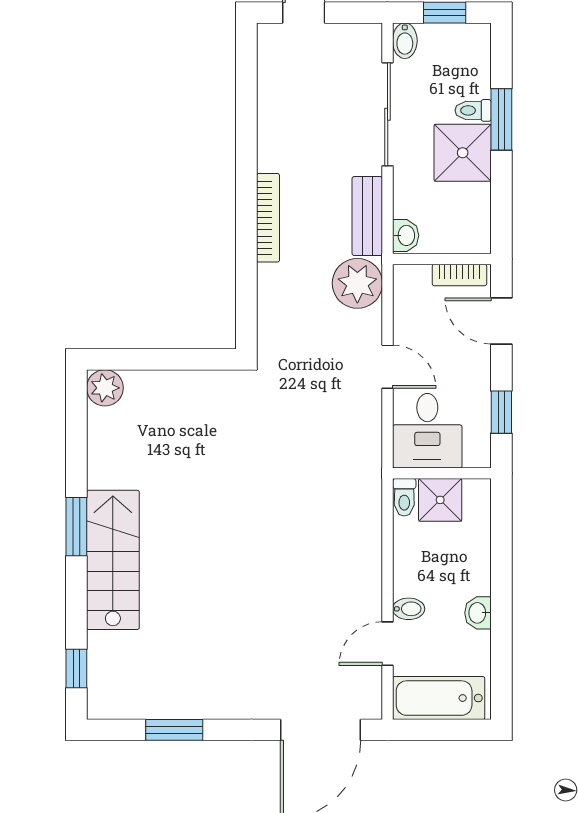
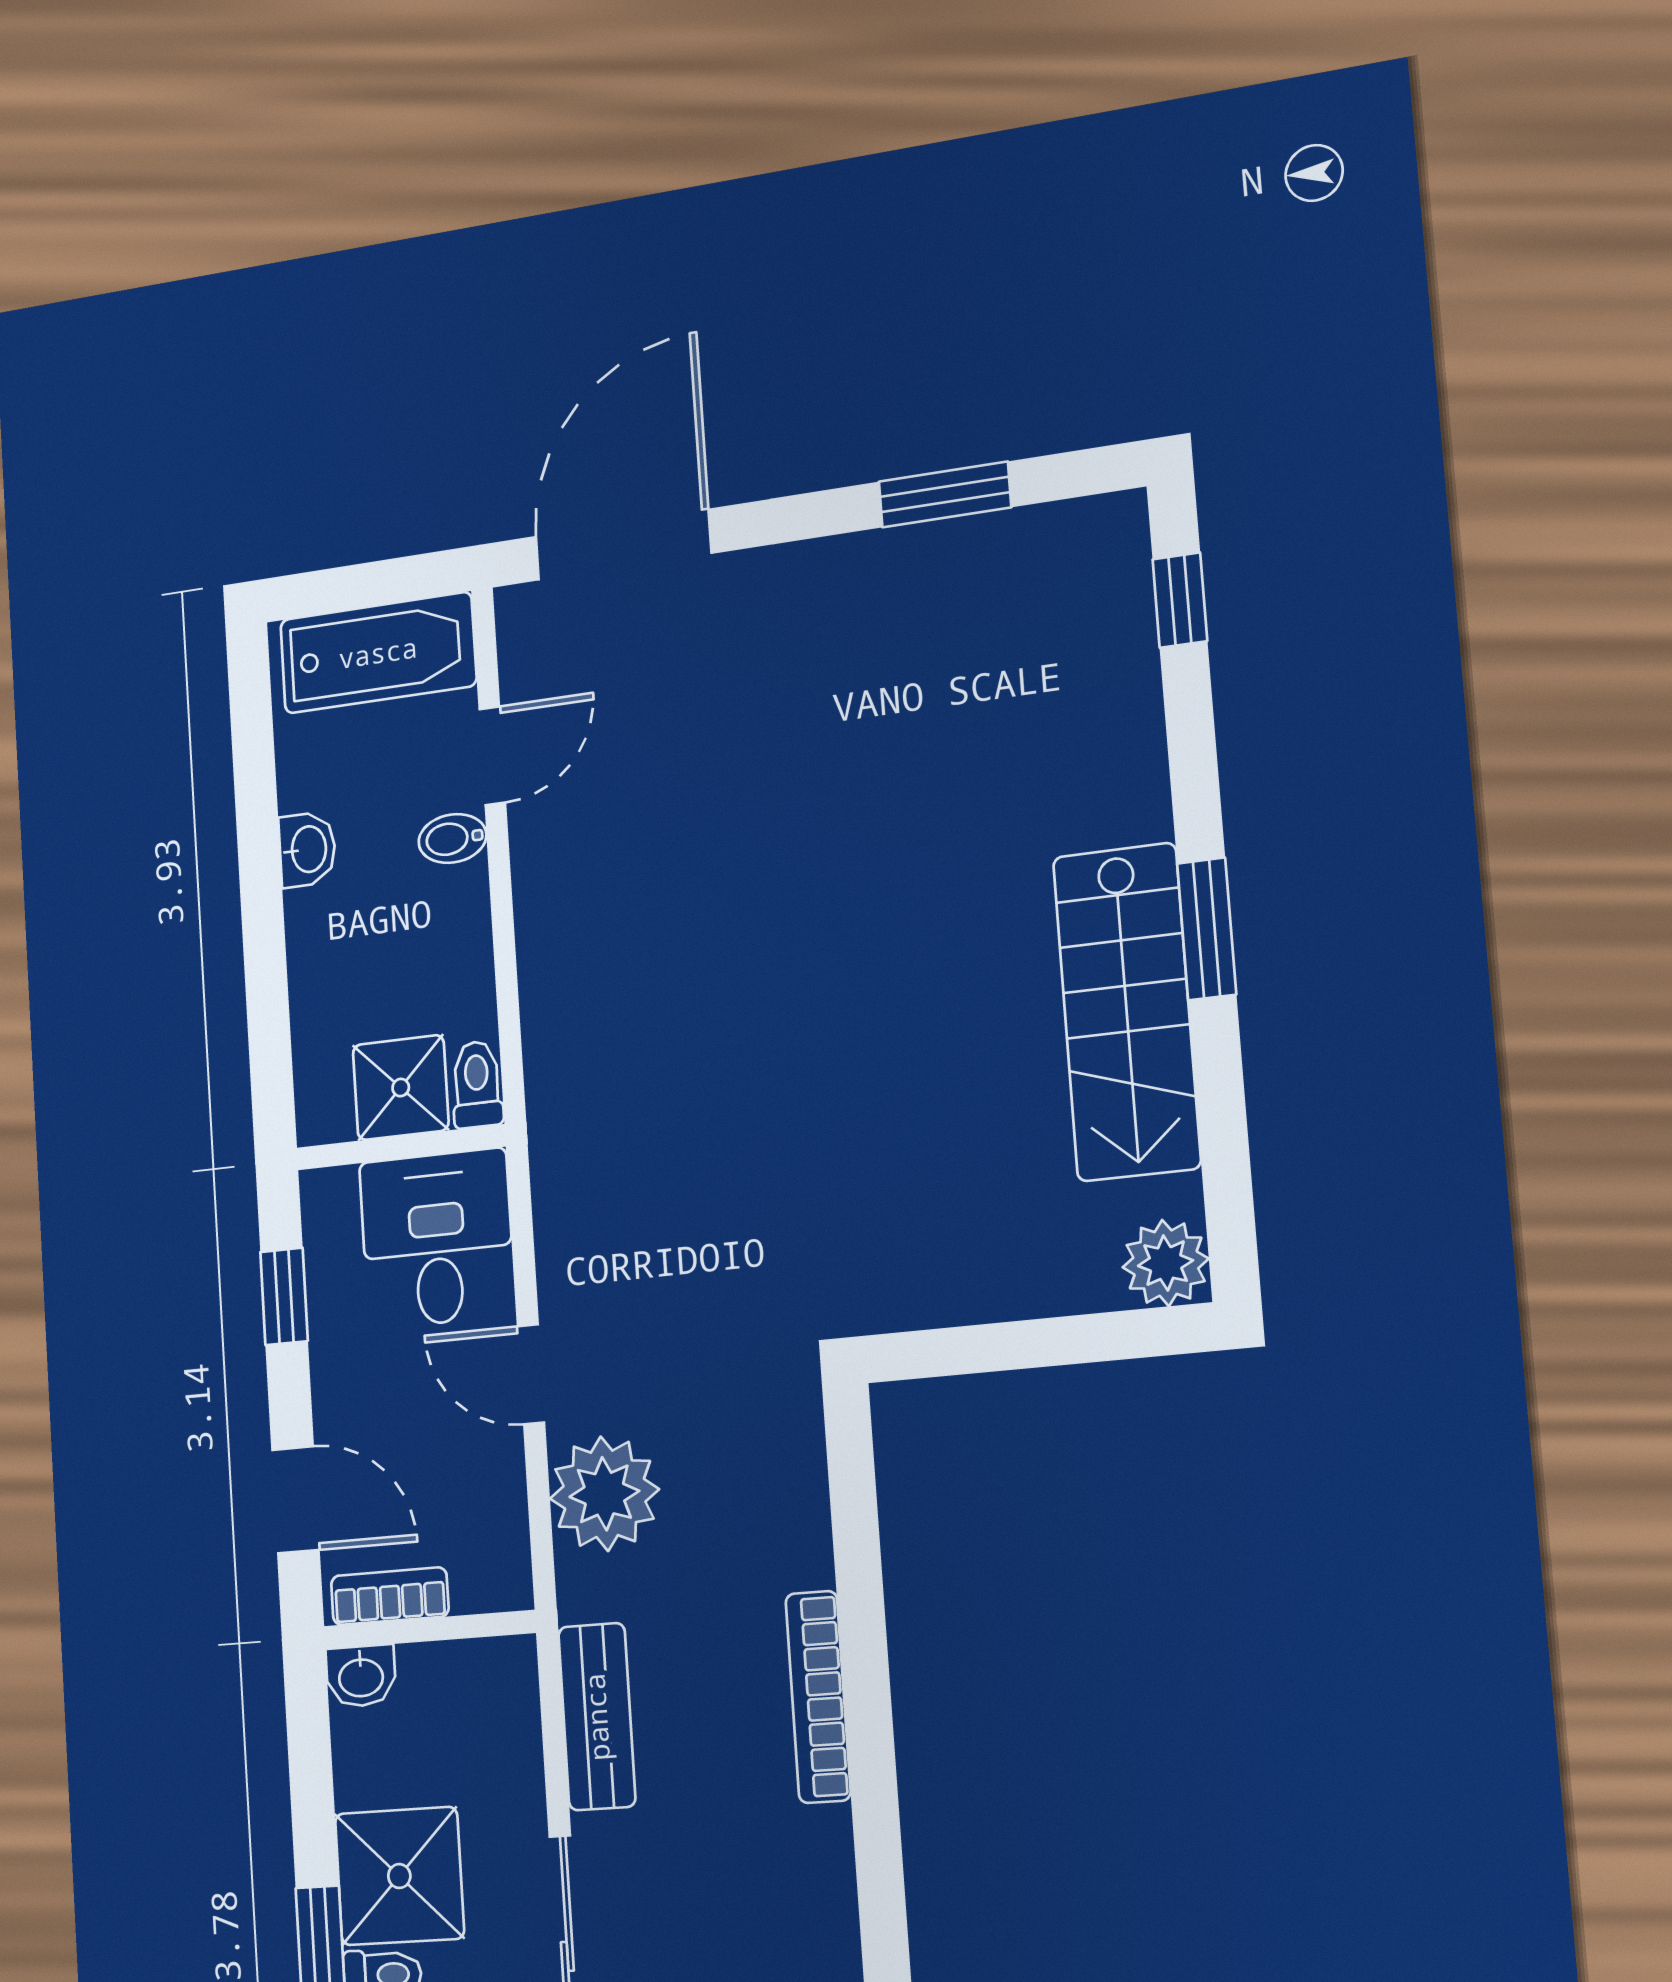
washbasin: (406, 235) -> (361, 1676), moved, turned -90
plant: (357, 283) -> (604, 1494), moved
stairs: (113, 560) -> (1127, 1012), moved

